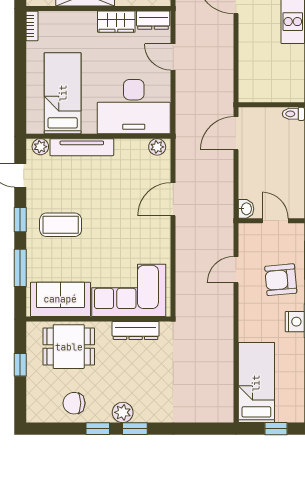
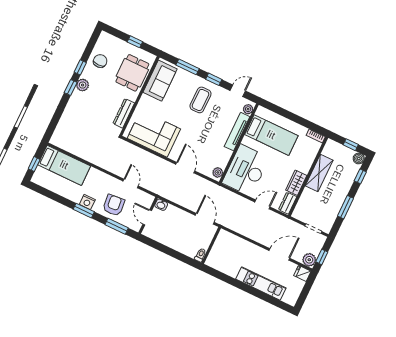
door: (275, 221) -> (147, 217), swing flipped
corner sofa: (129, 290) -> (154, 134), moved, turned -90

